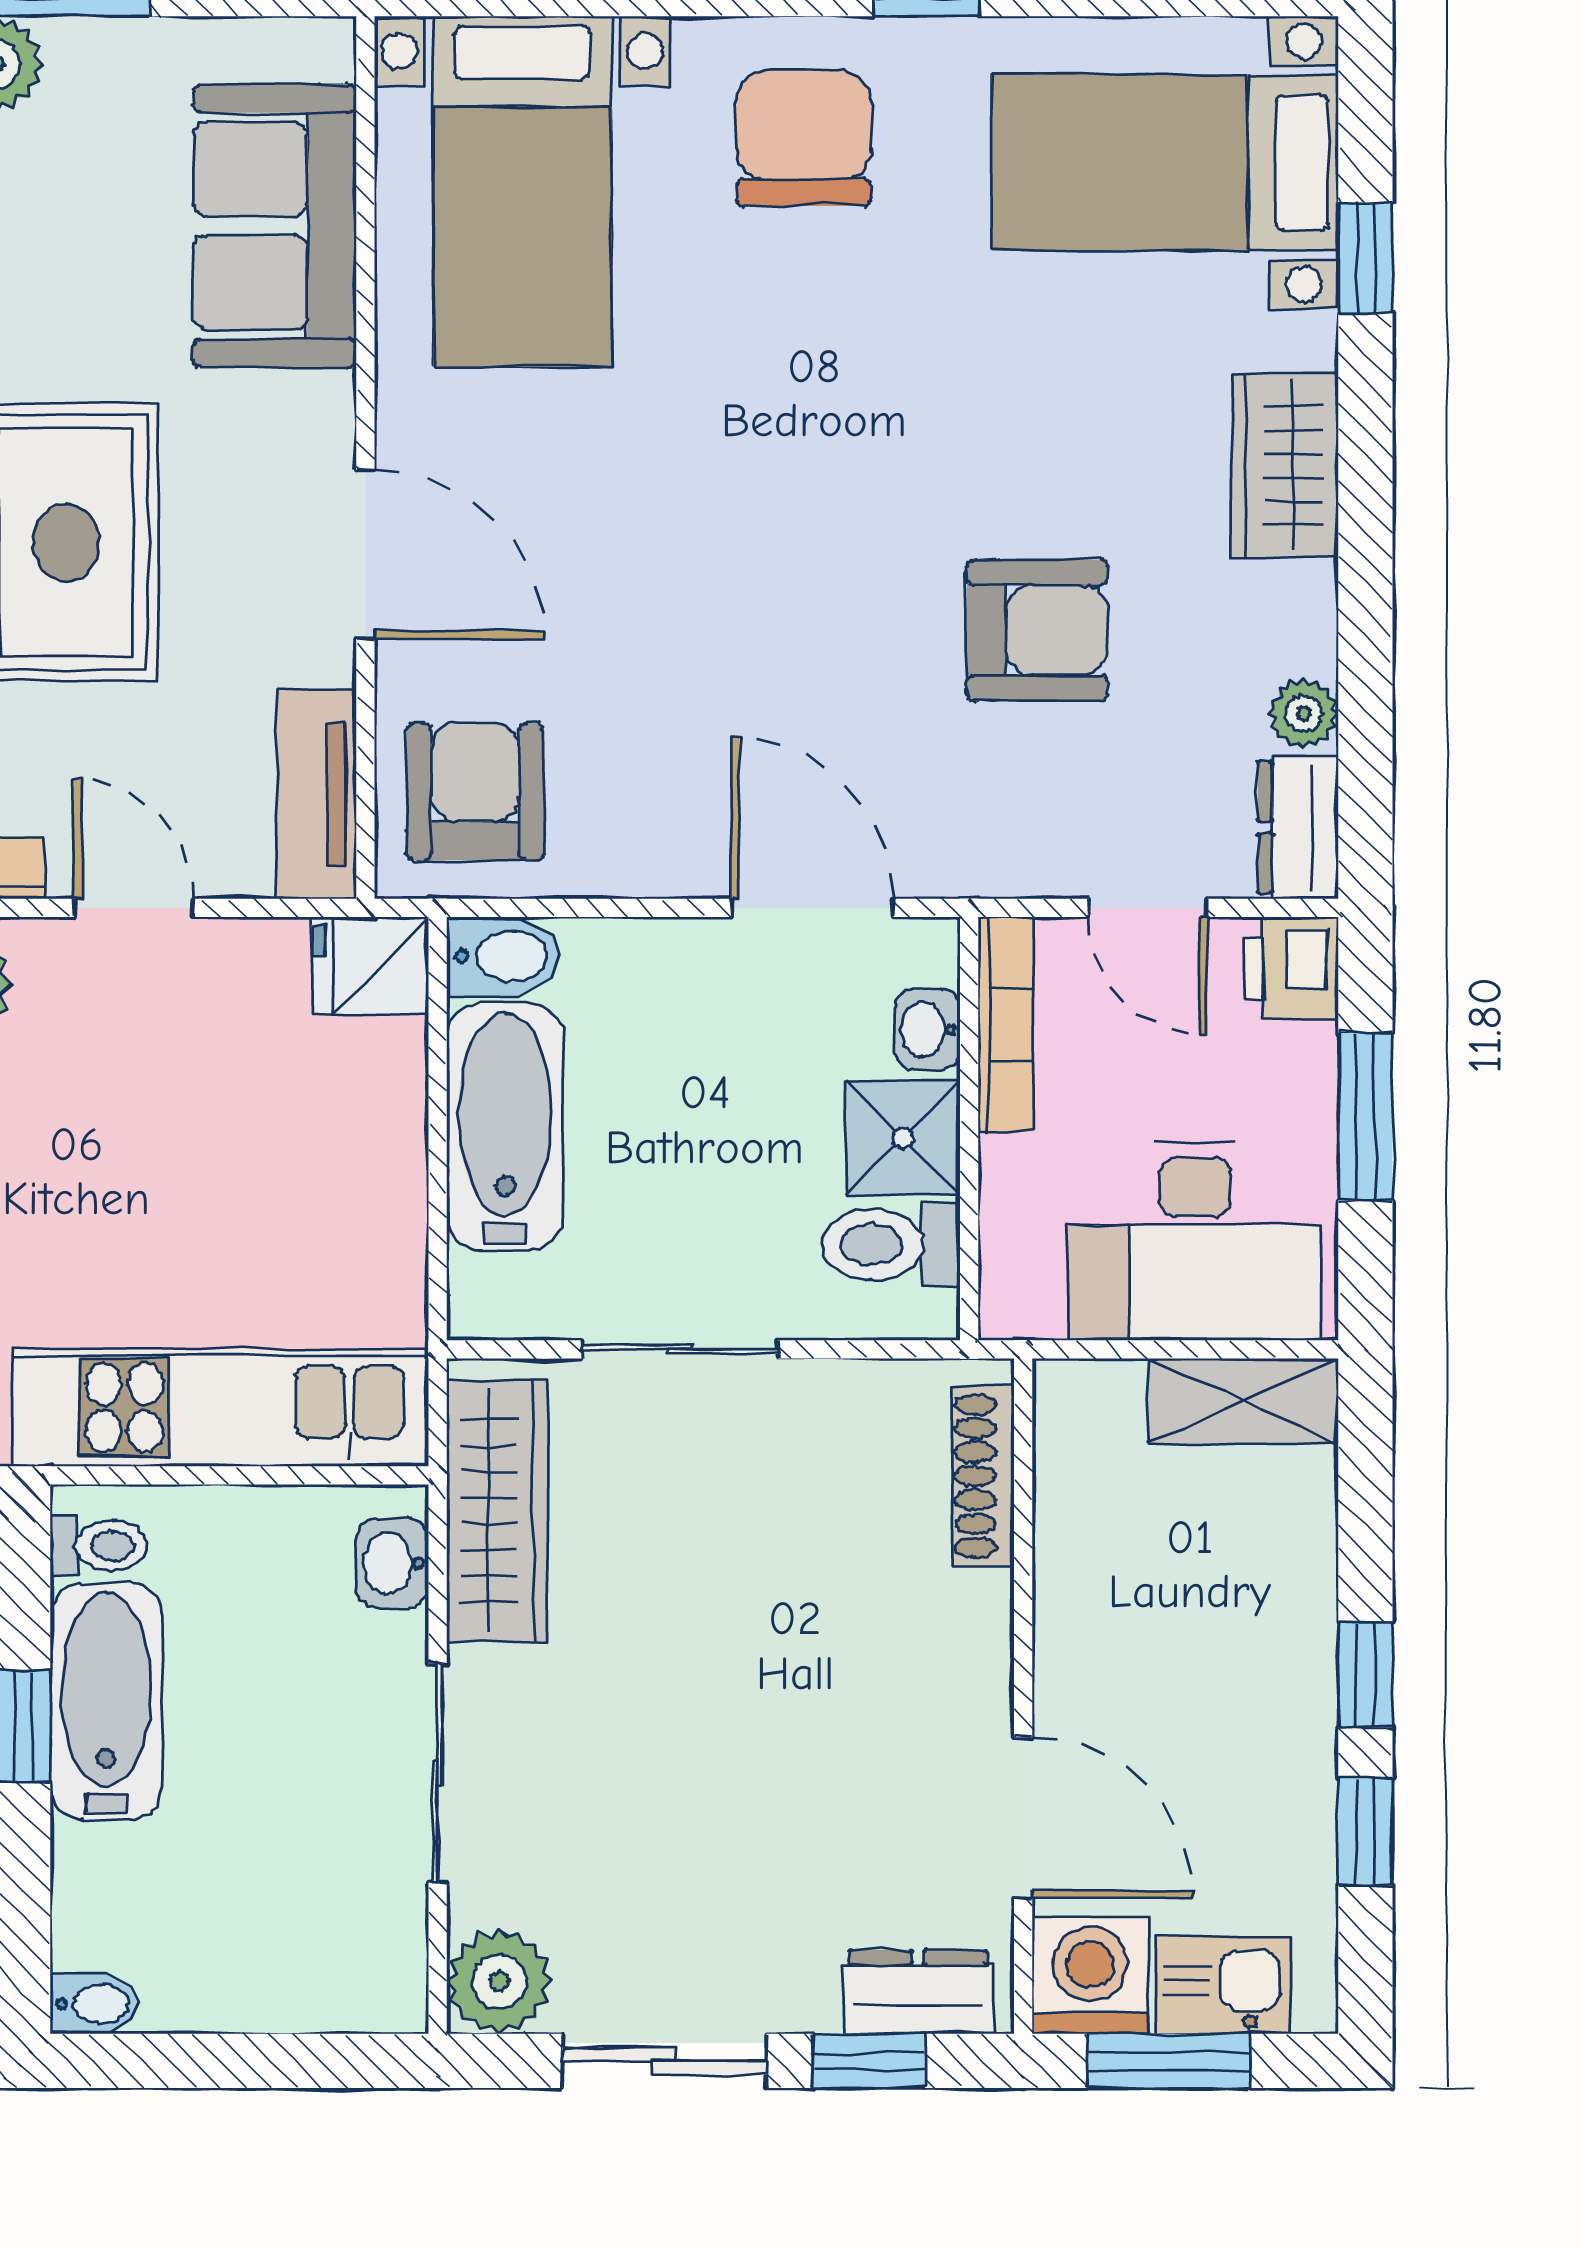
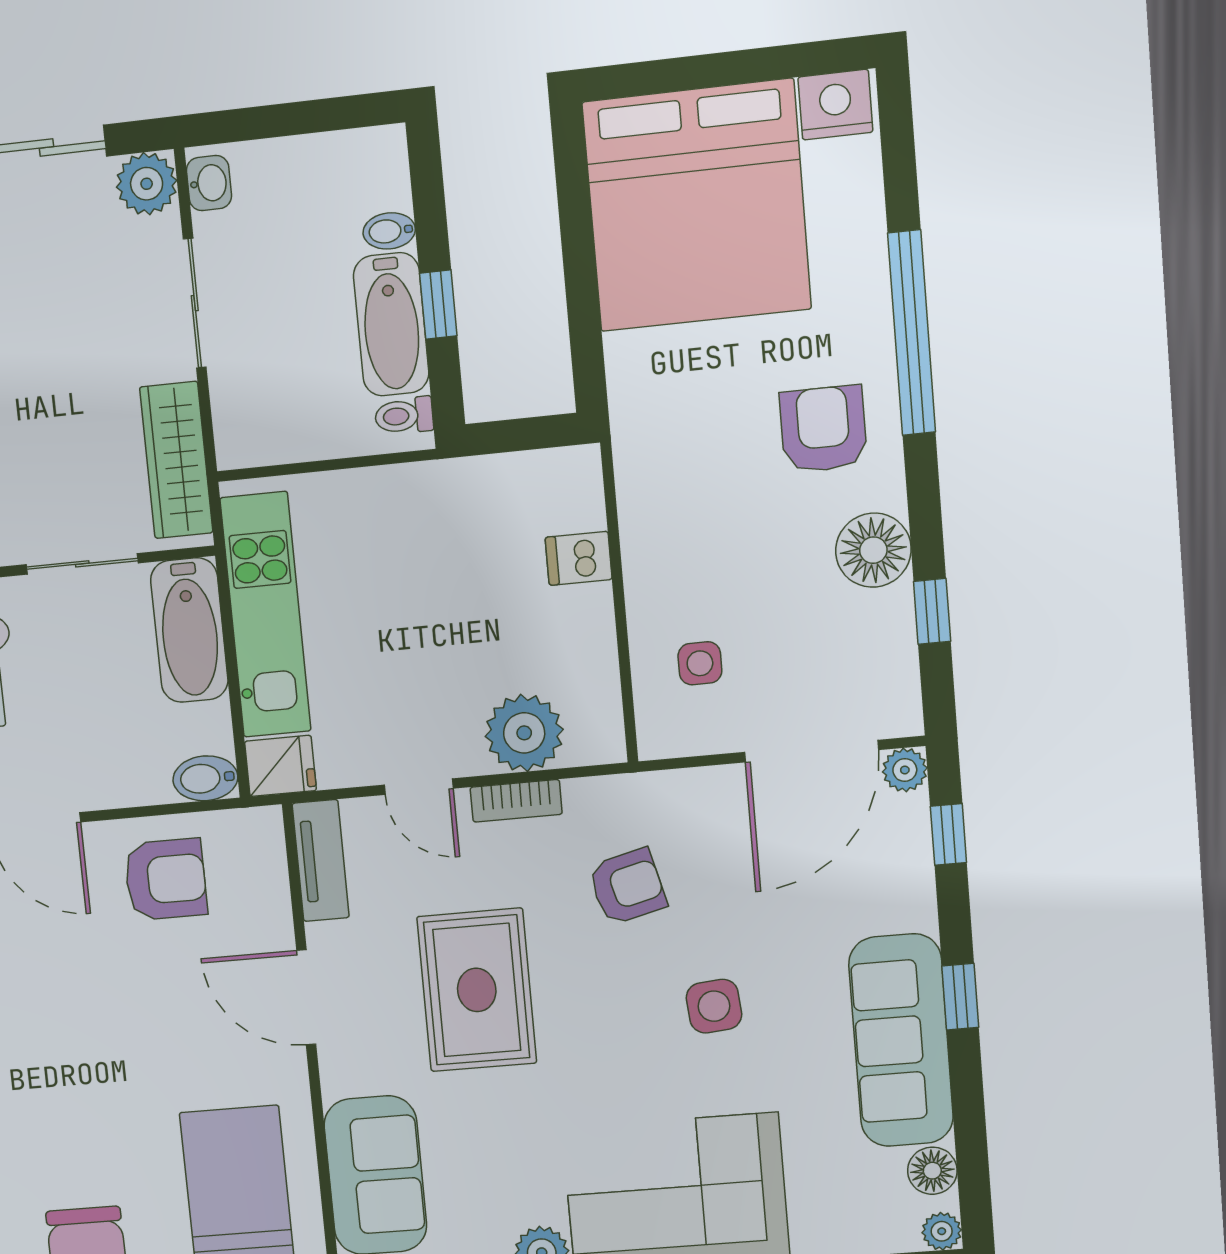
armchair: (475, 791) -> (166, 879), moved, turned -90
bathtub: (505, 1127) -> (189, 630), moved
kitchen unit: (220, 1408) -> (265, 615), moved, turned -90
washbasin: (392, 1563) -> (209, 183), moved
bidet: (95, 2004) -> (389, 231), moved

